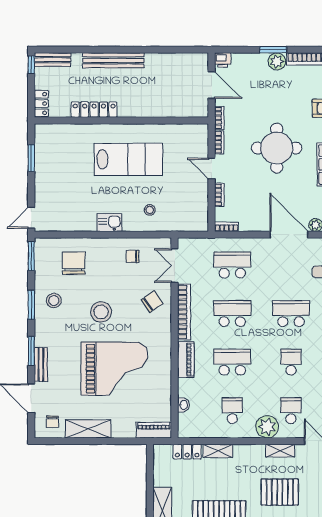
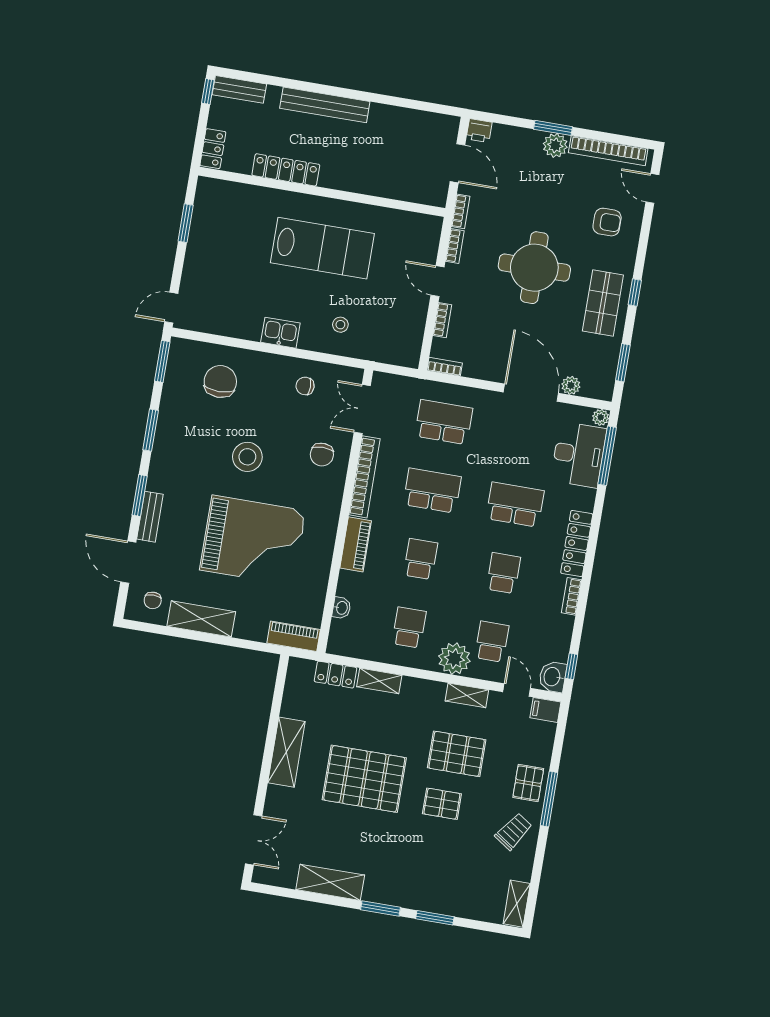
stool: (54, 301) -> (184, 430), removed
chair: (152, 302) -> (322, 455), turned 125
school desk: (232, 362) -> (421, 559), width x0.54

